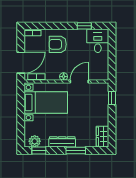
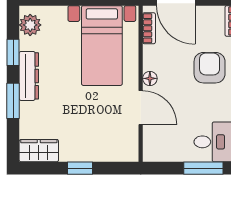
window: (112, 48) -> (203, 168), added
window: (112, 98) -> (80, 168), moved
window: (39, 150) -> (13, 52), moved

